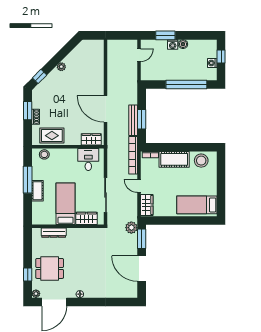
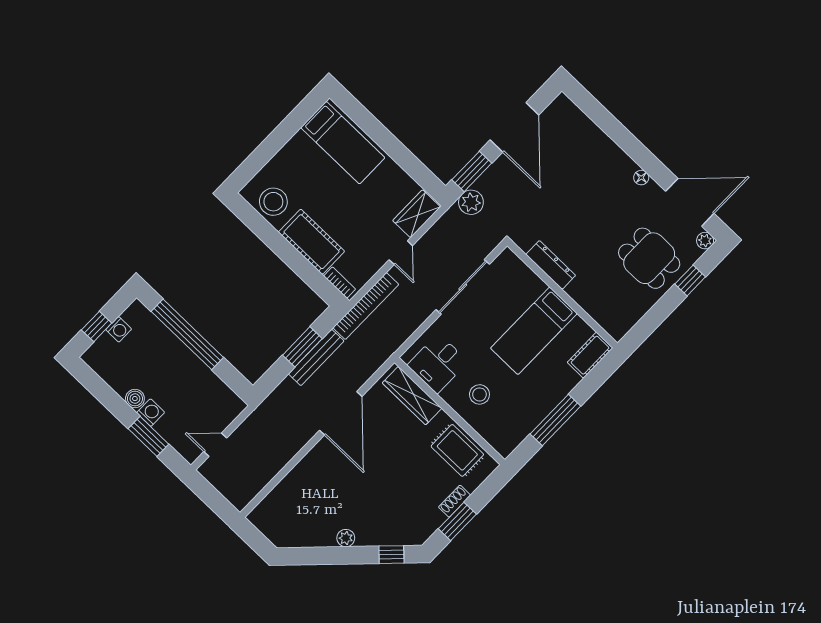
wardrobe: (91, 139) -> (412, 396), width x1.50
stool: (44, 154) -> (479, 394), moved
cot: (37, 191) -> (590, 355), moved
wardrobe: (86, 218) -> (524, 279), removed
dresser: (54, 233) -> (551, 265), moved

